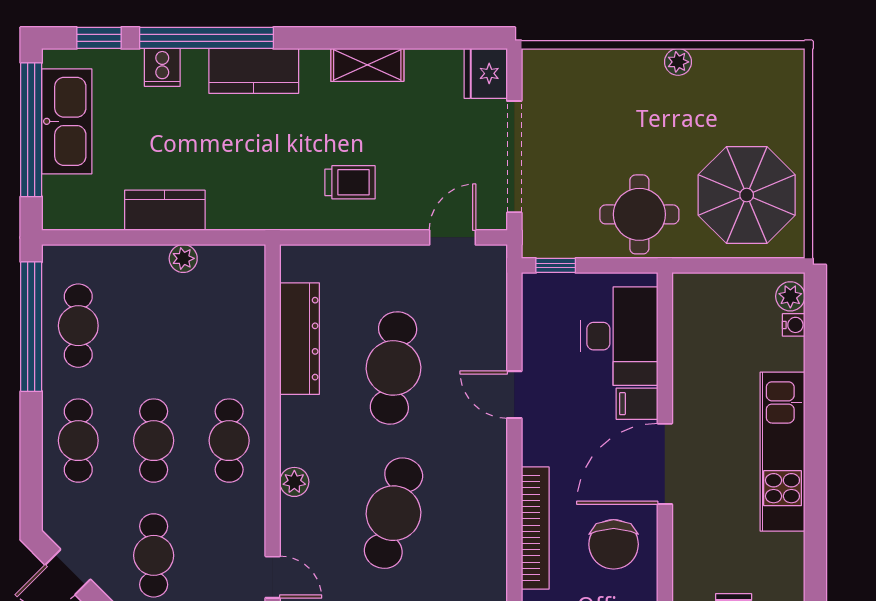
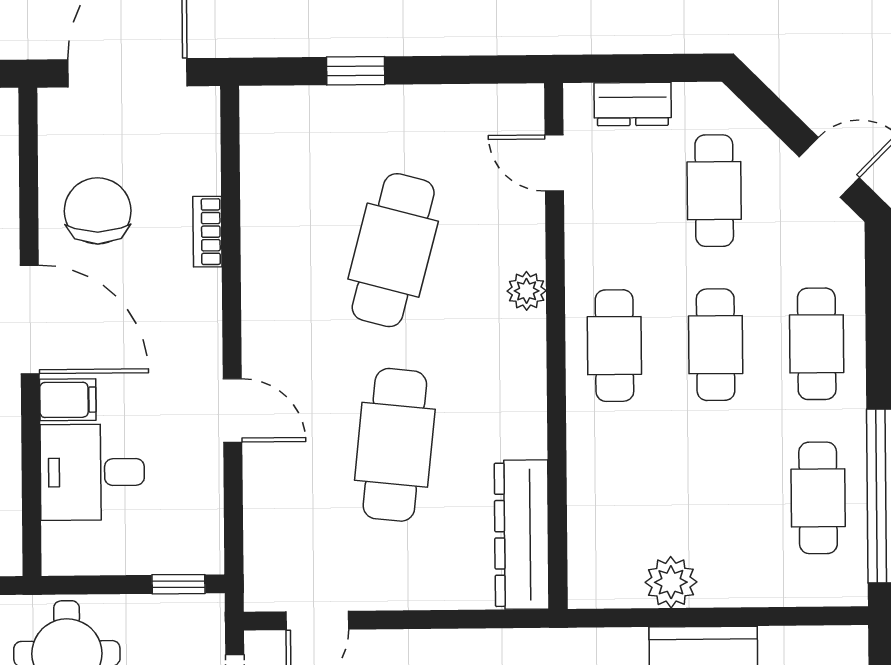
plant: (183, 258) -> (671, 582), width x1.38, depth x1.38
desk: (619, 336) -> (92, 472), width x0.73
dresser: (300, 339) -> (522, 535), moved
door: (665, 464) -> (30, 319), hinge flipped
bookcase: (535, 528) -> (207, 232), width x0.43, depth x0.76

